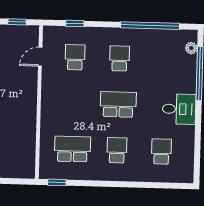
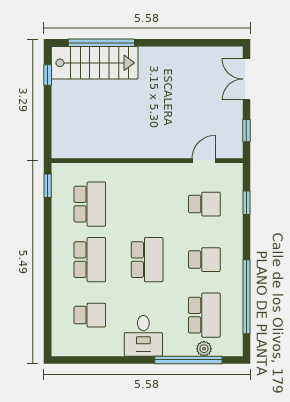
plant: (191, 48) -> (204, 349), moved
door: (40, 57) -> (204, 161), hinge flipped
school desk: (164, 60) -> (204, 315), added
school desk: (117, 150) -> (90, 260), width x1.85

